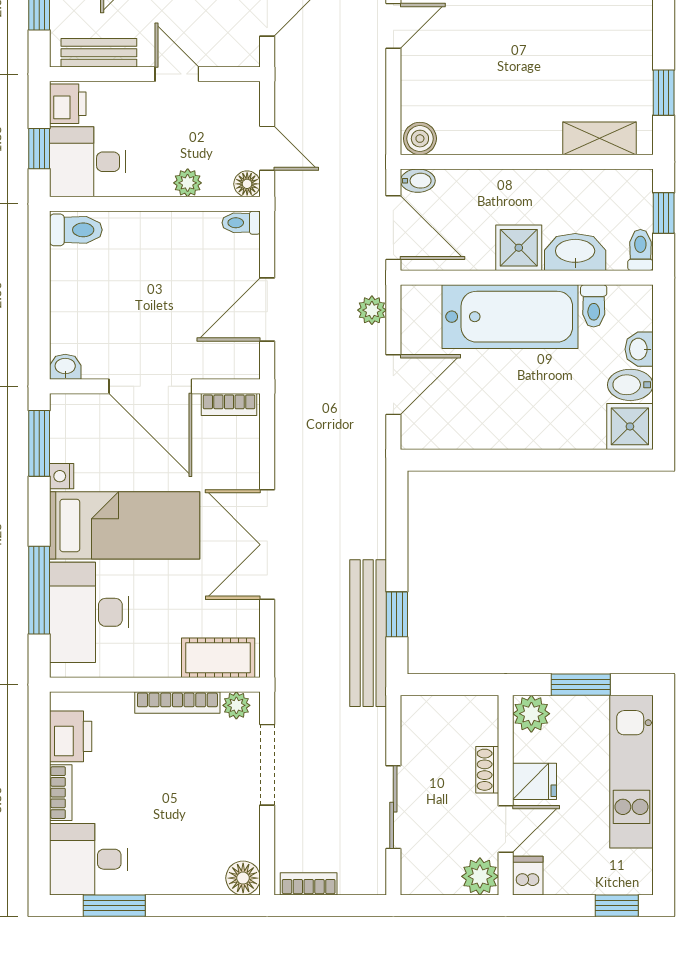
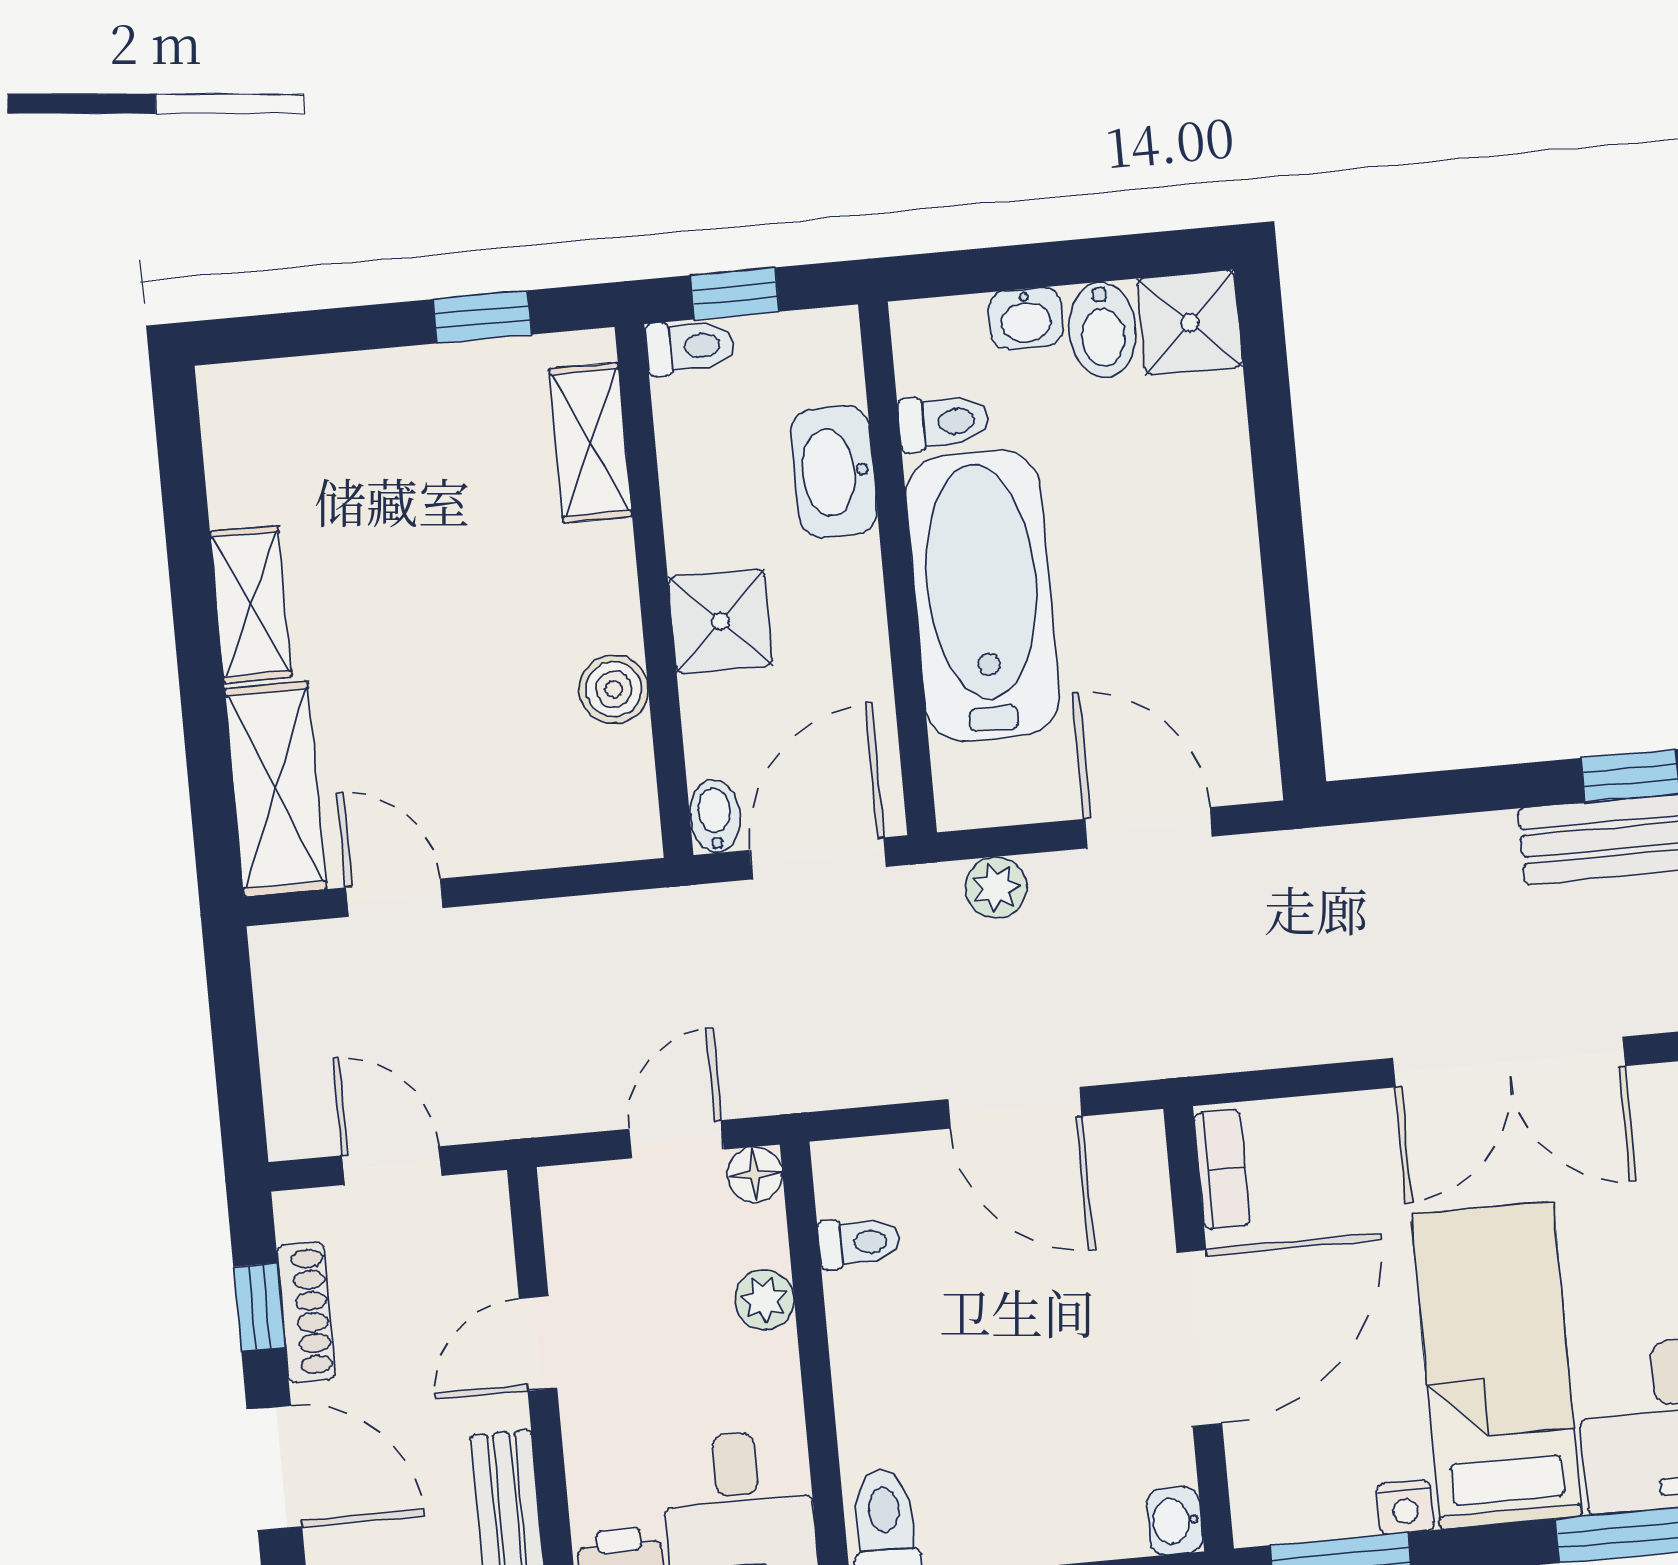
boiler: (420, 139) -> (614, 689), moved
toilet: (241, 223) -> (859, 1243), moved, turned -90
shower: (519, 248) -> (720, 621), moved
toilet: (640, 250) -> (690, 347), moved, turned 180

